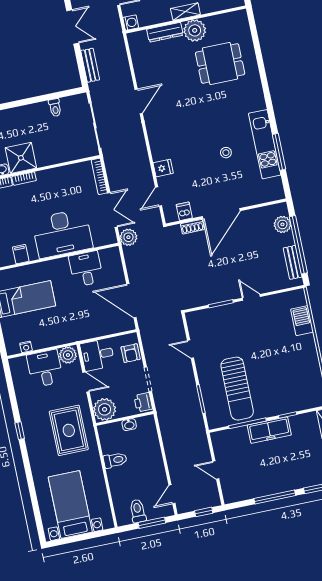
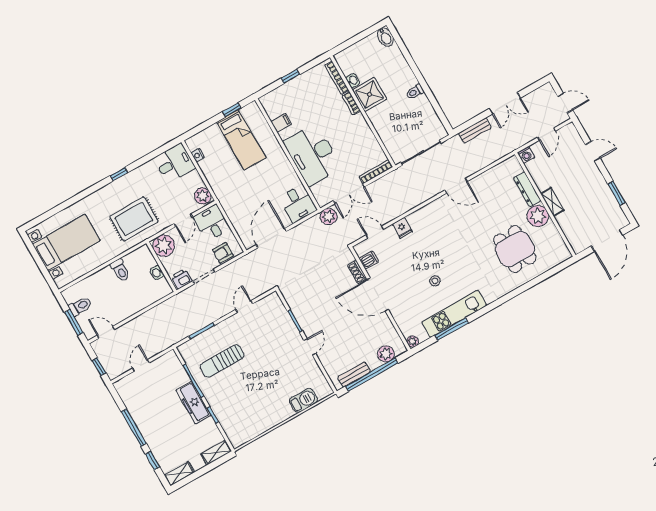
toilet: (55, 108) -> (415, 92), moved
plant: (279, 194) -> (413, 341), added
desk: (86, 269) -> (298, 204), moved, turned 90
desk: (45, 368) -> (175, 163), moved
sun lounger: (237, 389) -> (222, 361), width x0.73, depth x0.75

